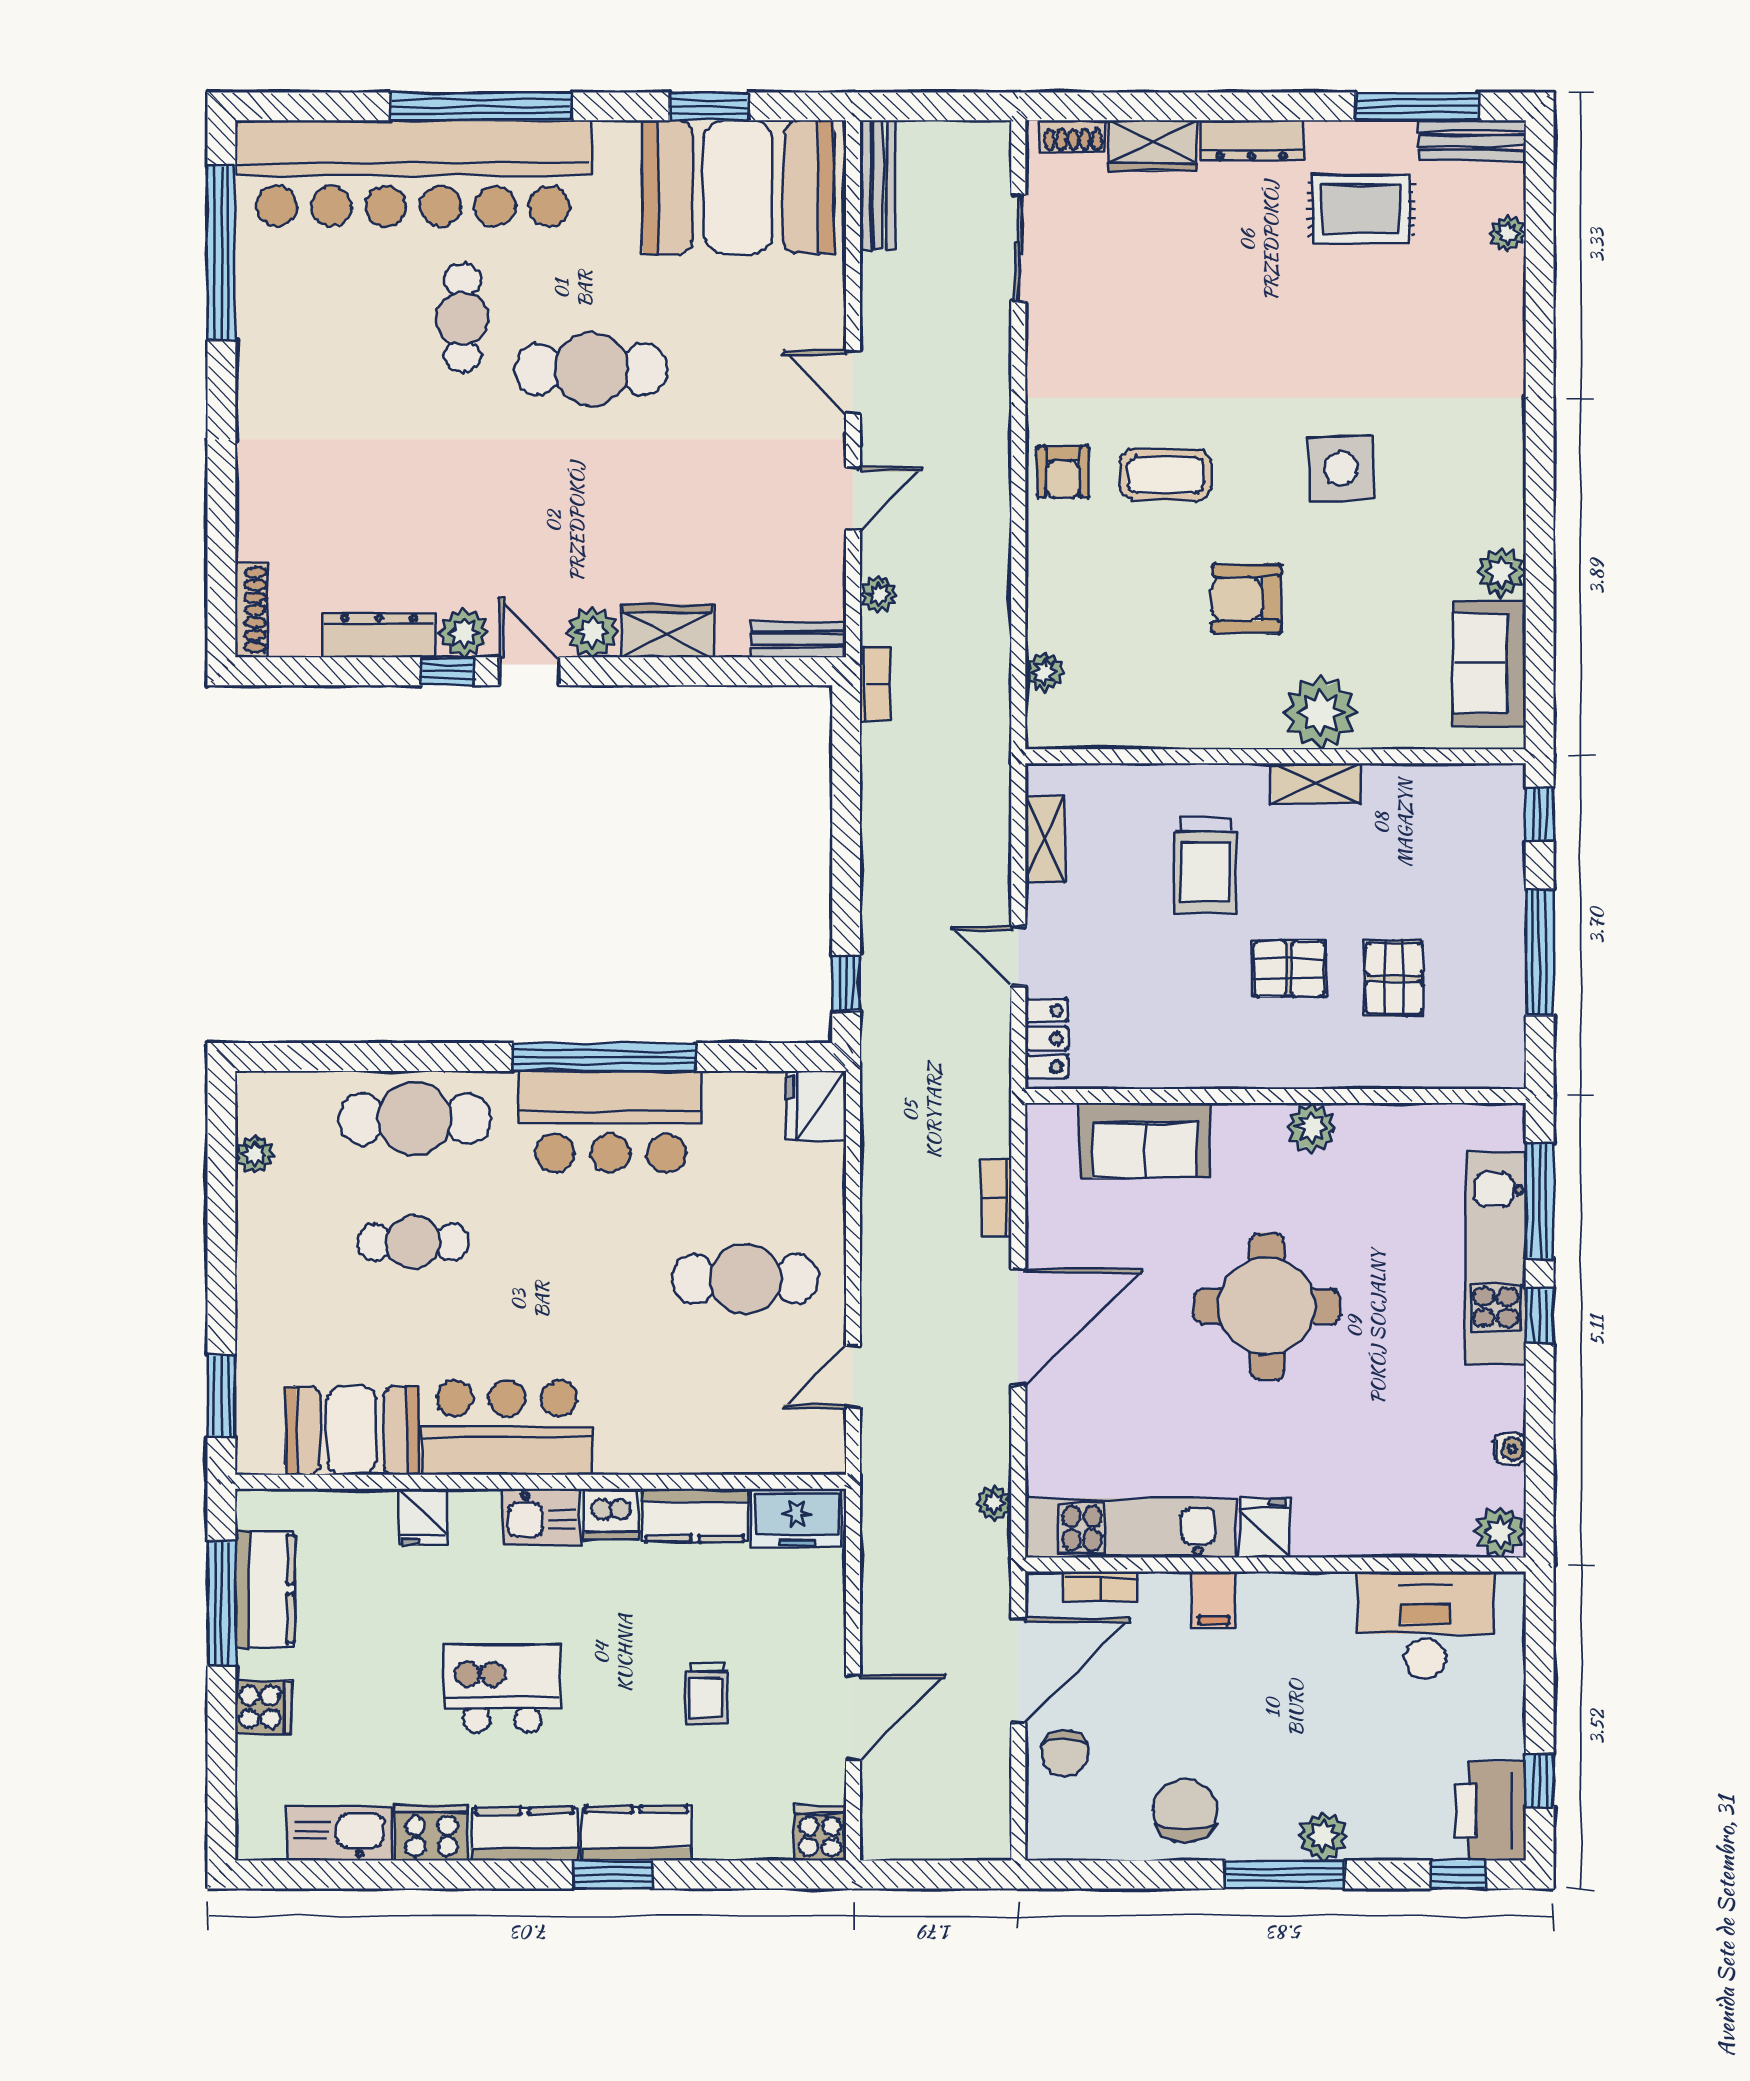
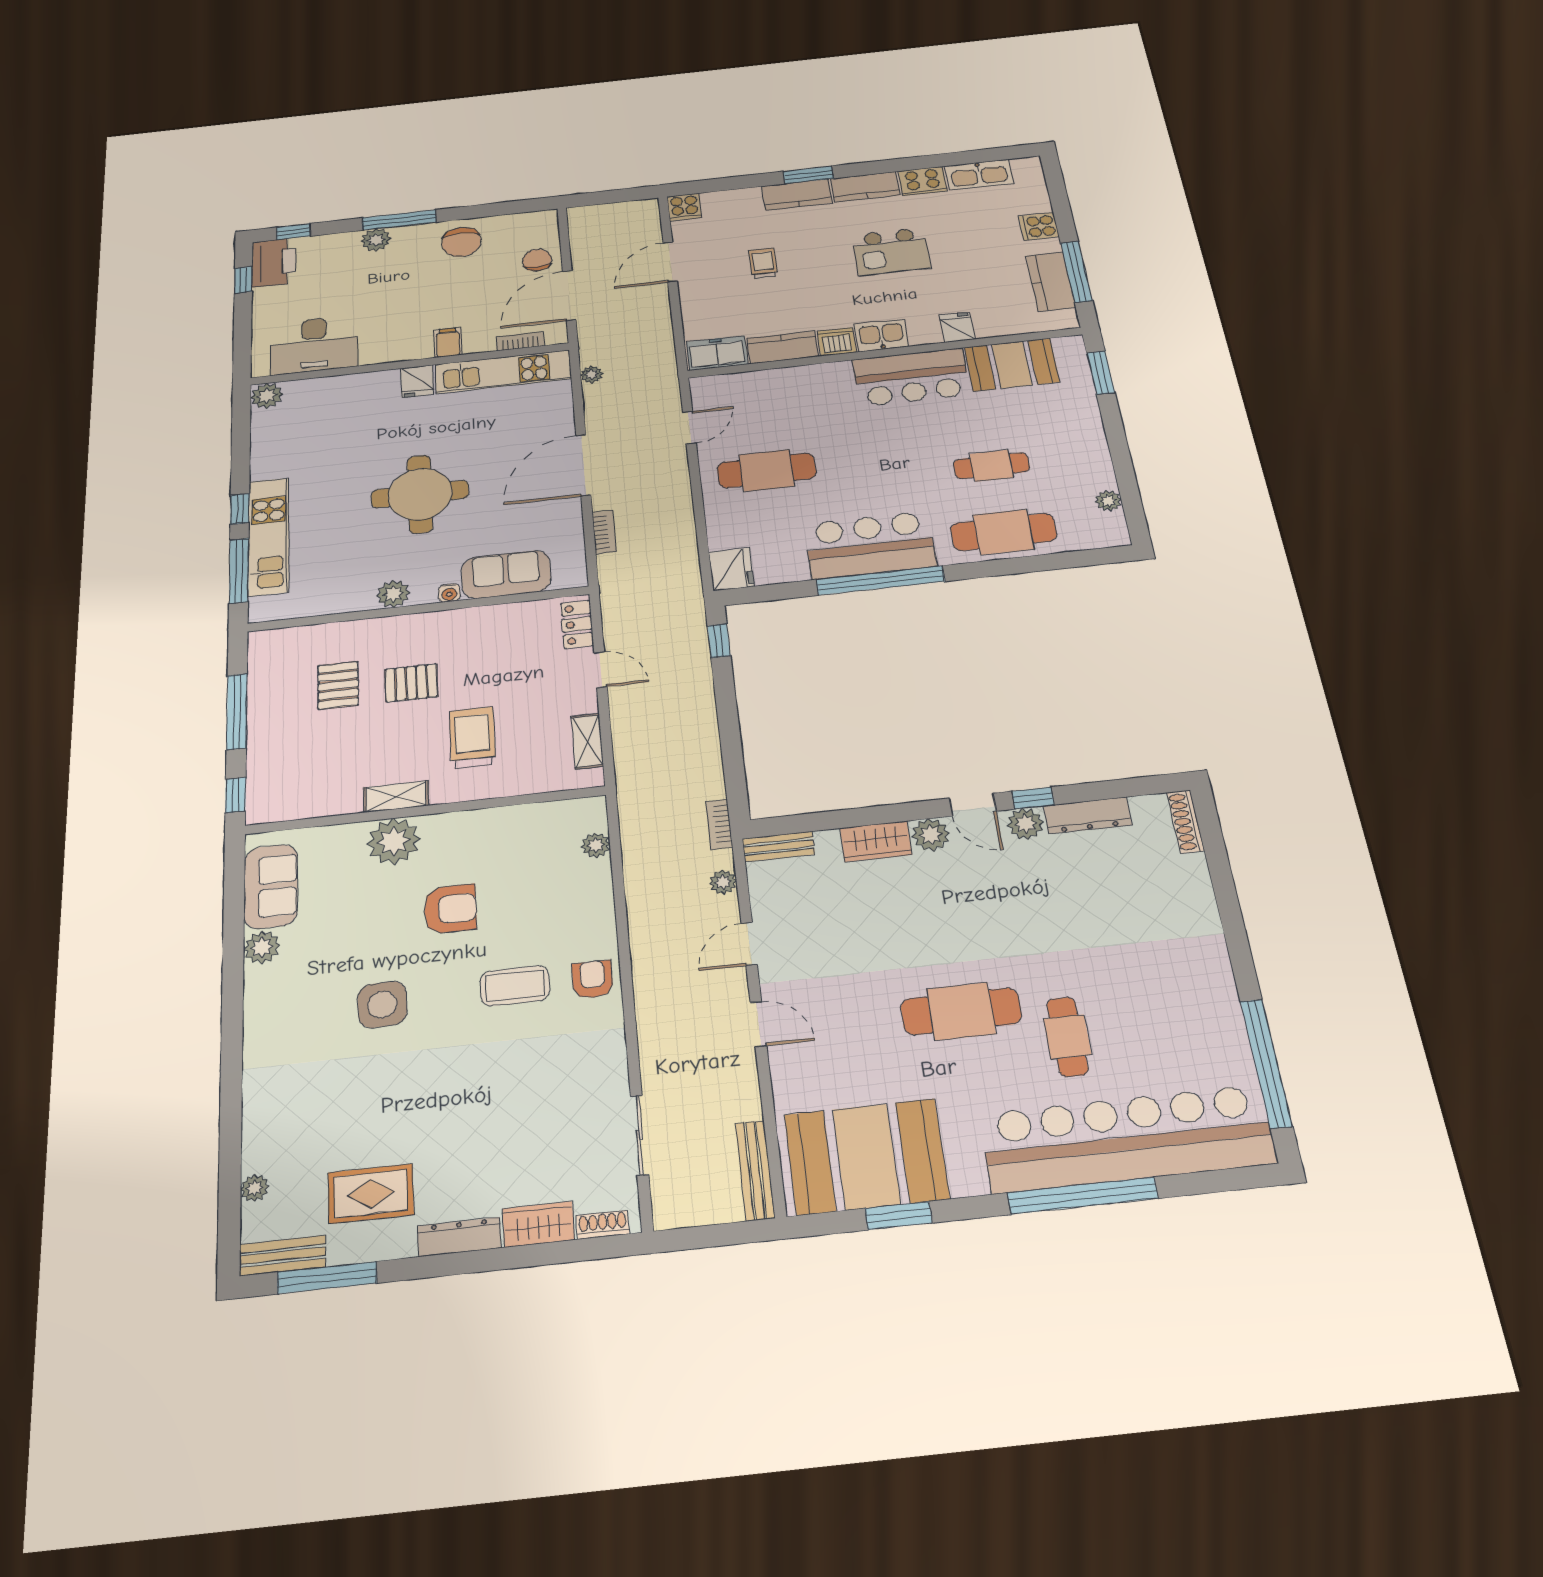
water cooler: (1510, 1449) -> (449, 593), moved, turned -90

